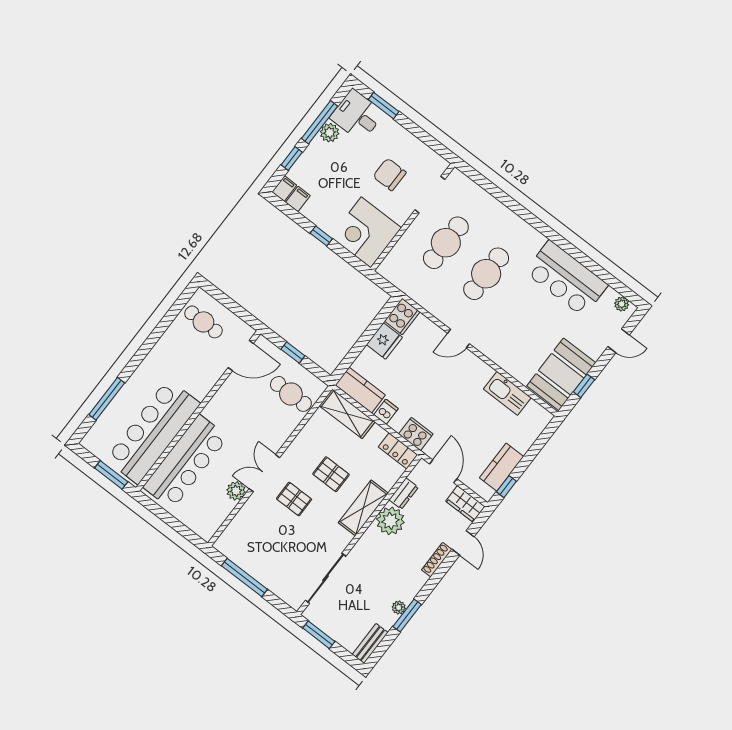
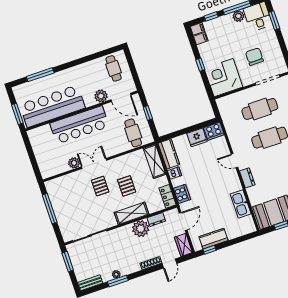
dresser: (492, 351) -> (247, 178), added
plant: (212, 372) -> (101, 96), added
bar counter: (186, 462) -> (79, 125), moved

